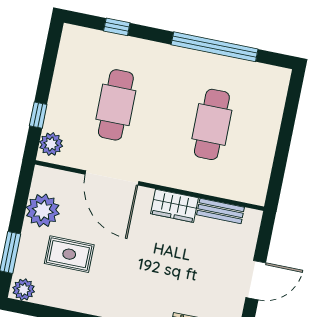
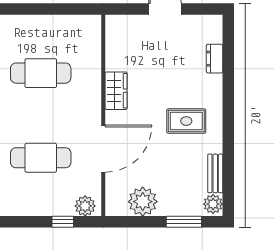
bench: (220, 211) -> (215, 173), moved
rug: (69, 254) -> (186, 121), moved, turned 90

